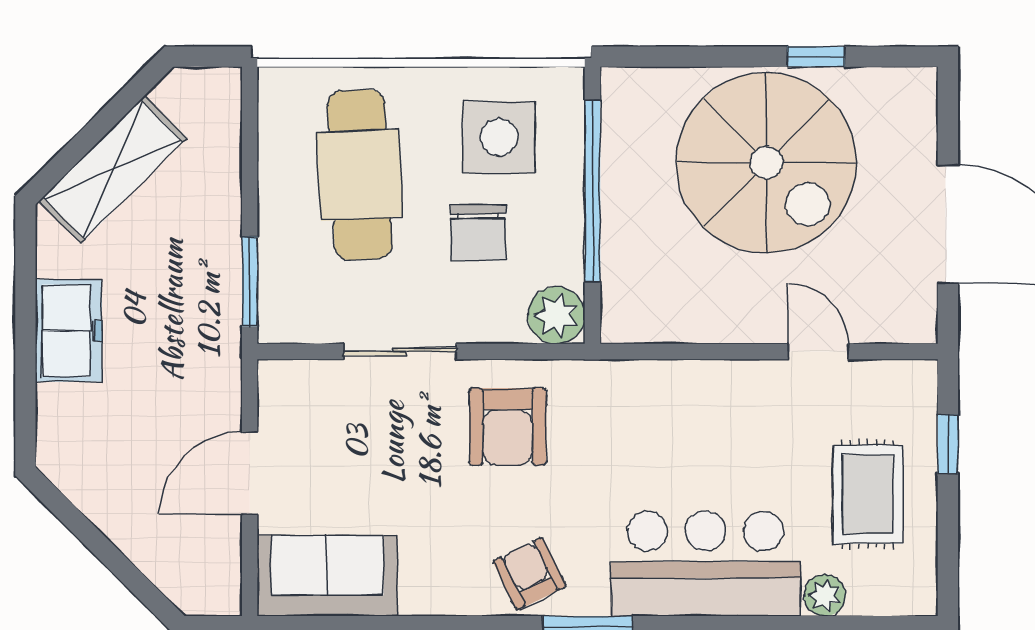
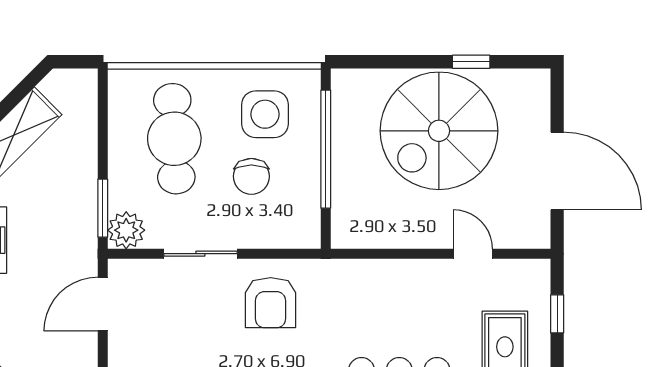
spiral stairs: (766, 163) -> (439, 131), turned 90
plant: (556, 315) -> (126, 230), moved
door: (250, 473) -> (103, 304), moved

